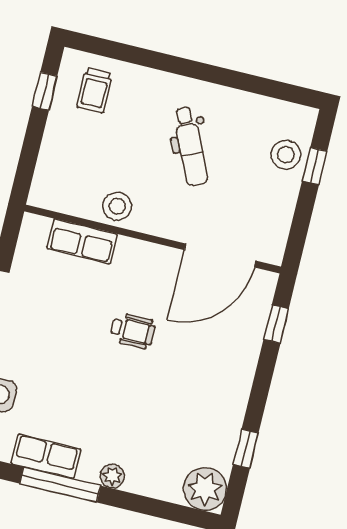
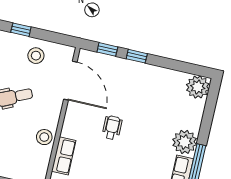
stool: (286, 155) -> (36, 56), moved
window: (246, 449) -> (137, 56), moved
plant: (112, 476) -> (185, 142), width x1.87, depth x1.87

